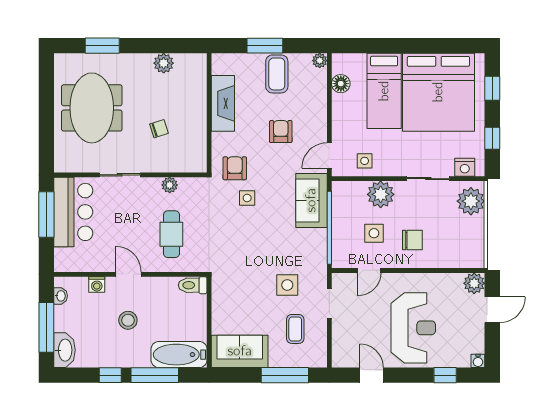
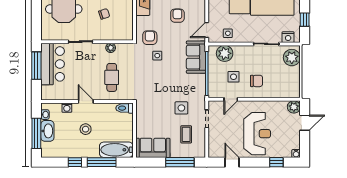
plant: (381, 194) -> (225, 53), moved
washbasin: (65, 350) -> (47, 131), moved

